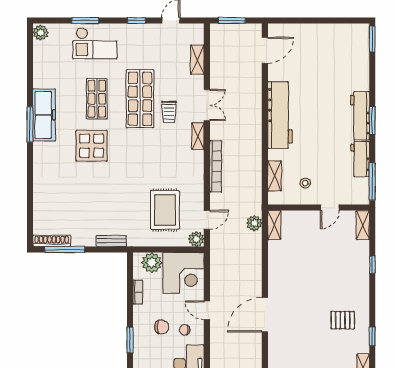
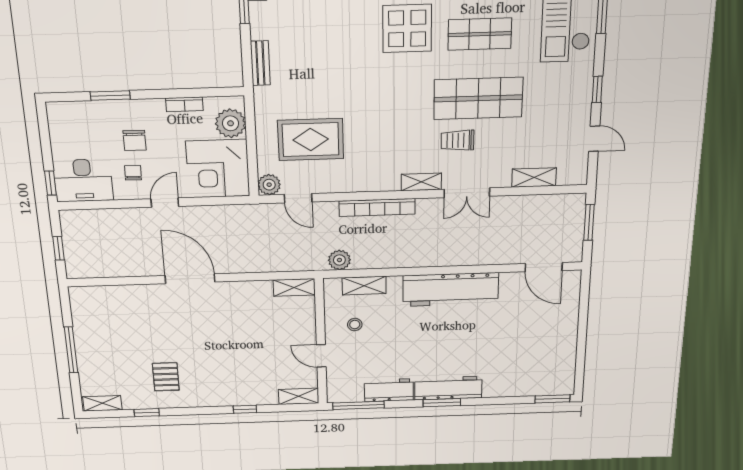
plant: (254, 223) -> (339, 260), moved
door: (265, 315) -> (190, 279), moved

